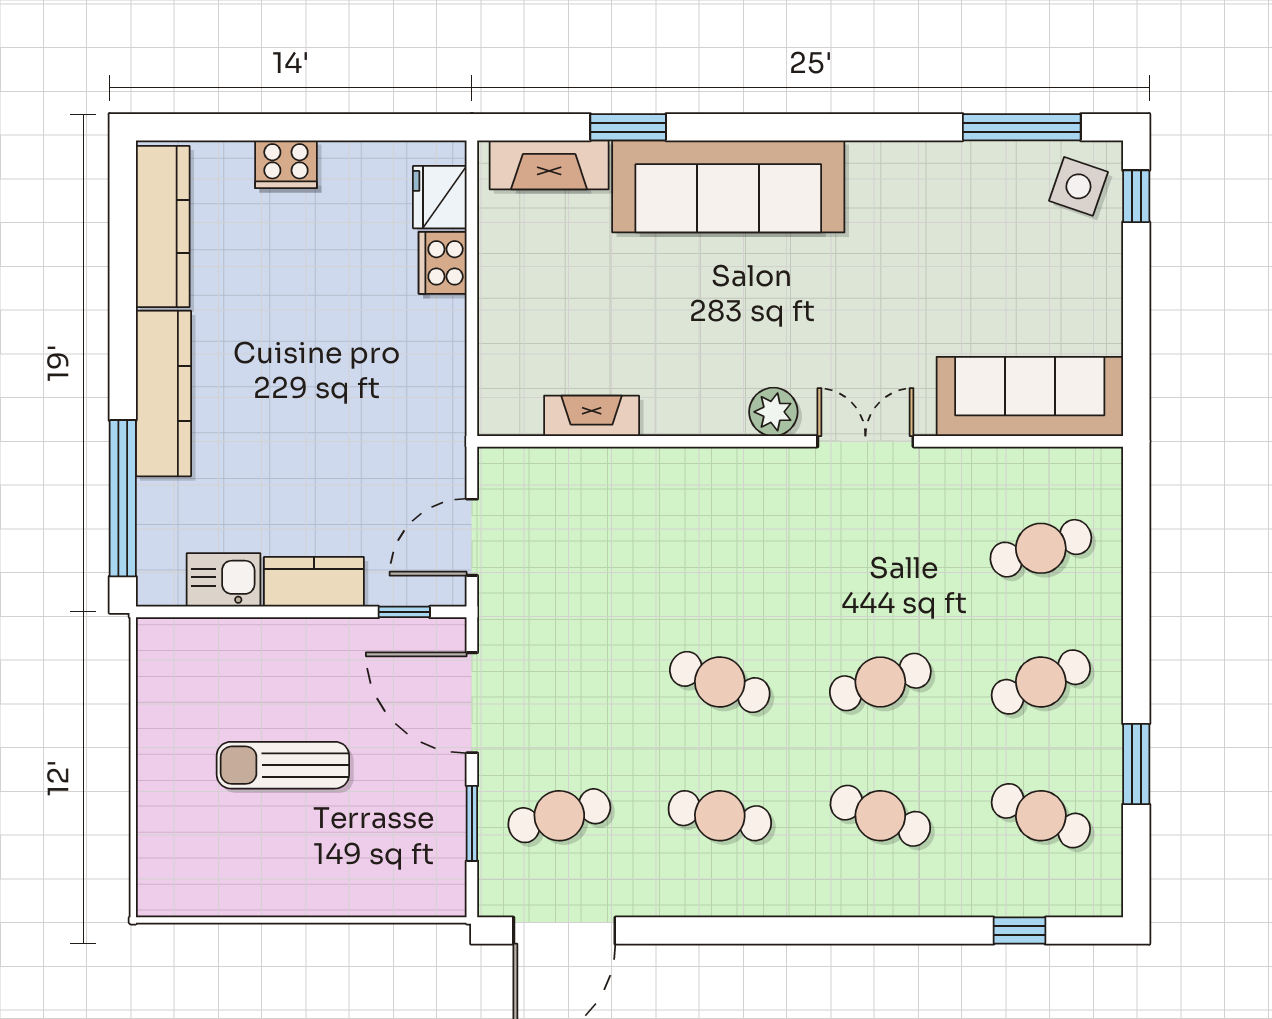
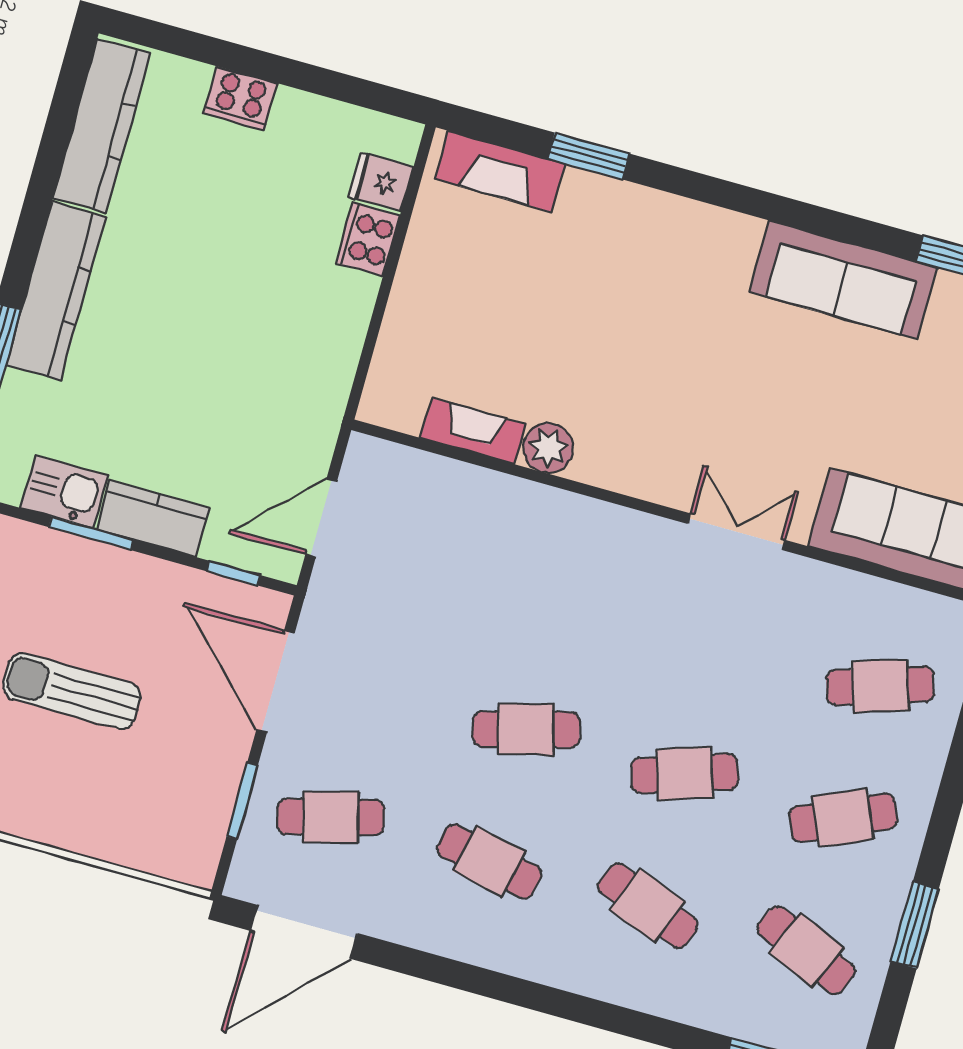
sofa: (728, 186) -> (843, 280), moved, width x0.74, depth x0.79
fridge: (440, 197) -> (381, 182), width x0.72
plant: (773, 412) -> (548, 448), moved
window: (260, 612) -> (91, 533), added
cafe table: (720, 682) -> (526, 729), turned -36

